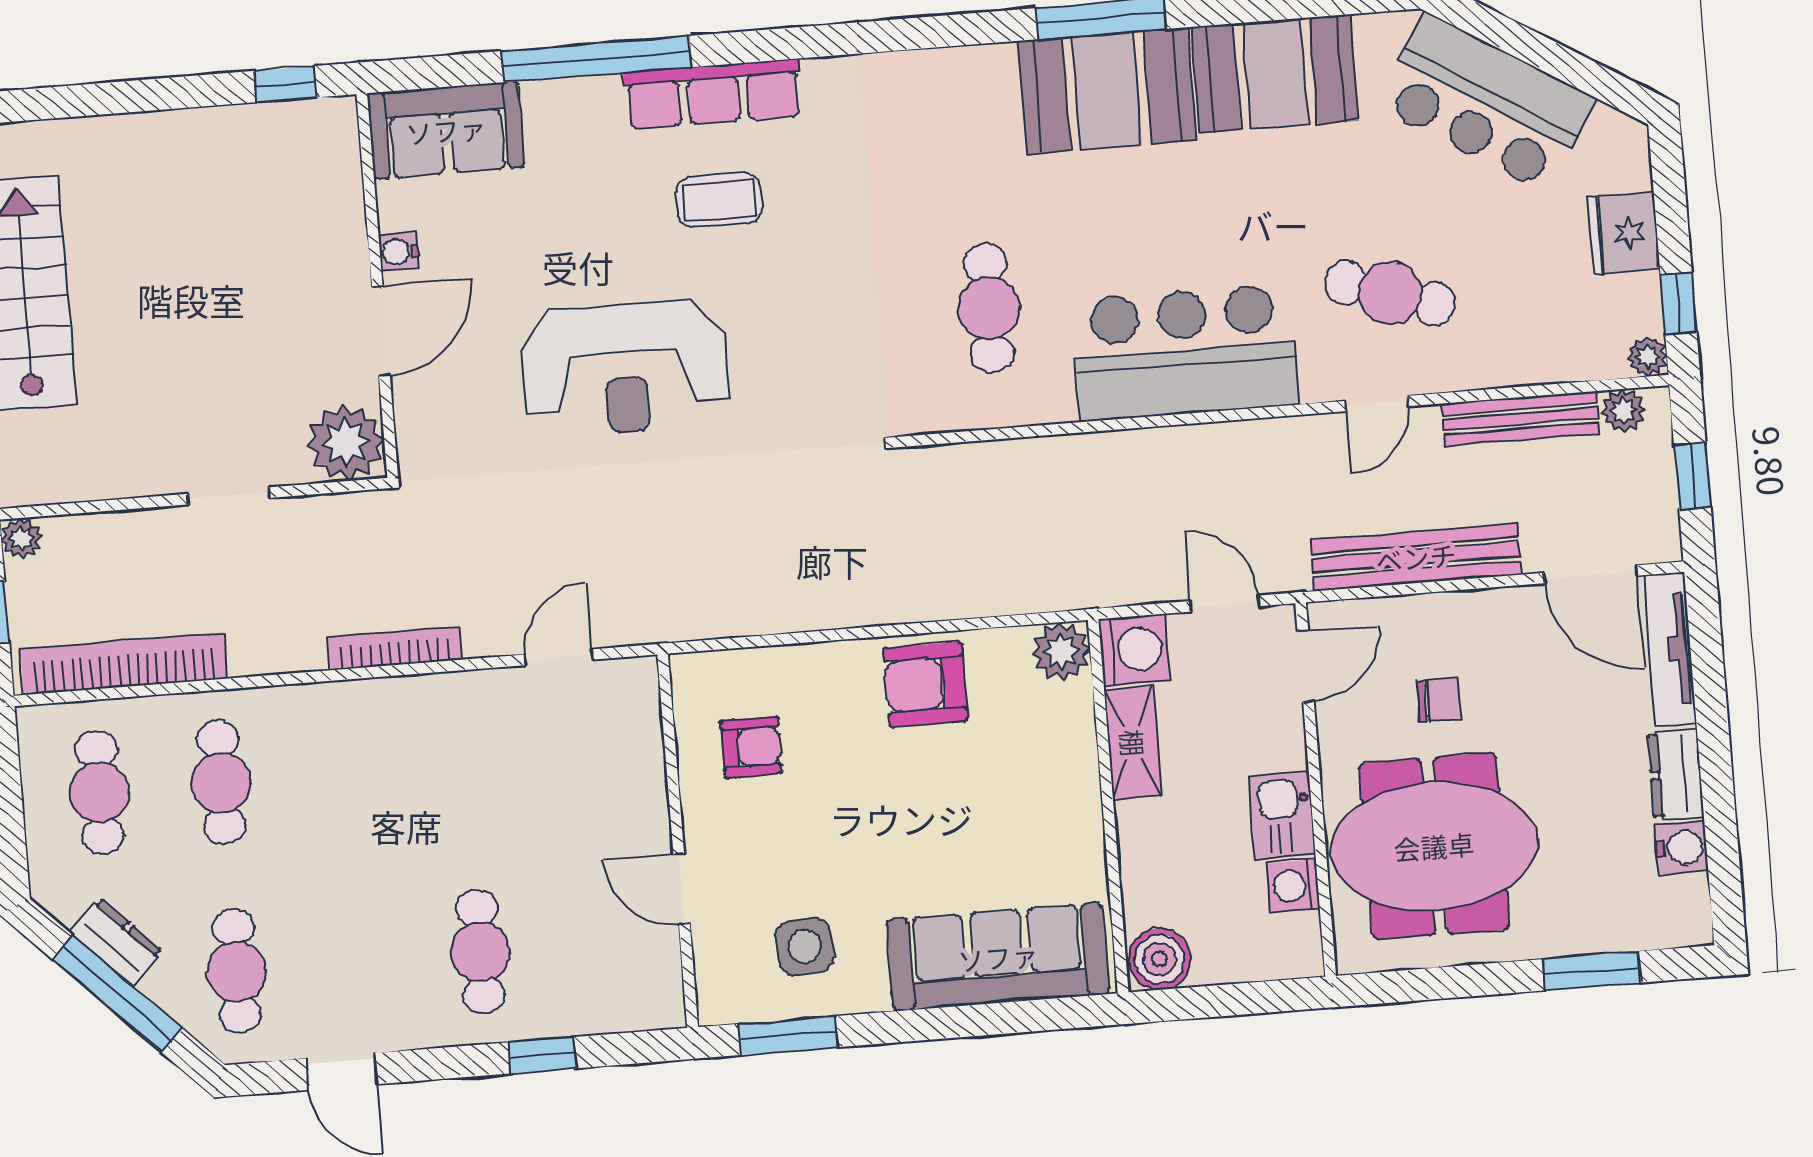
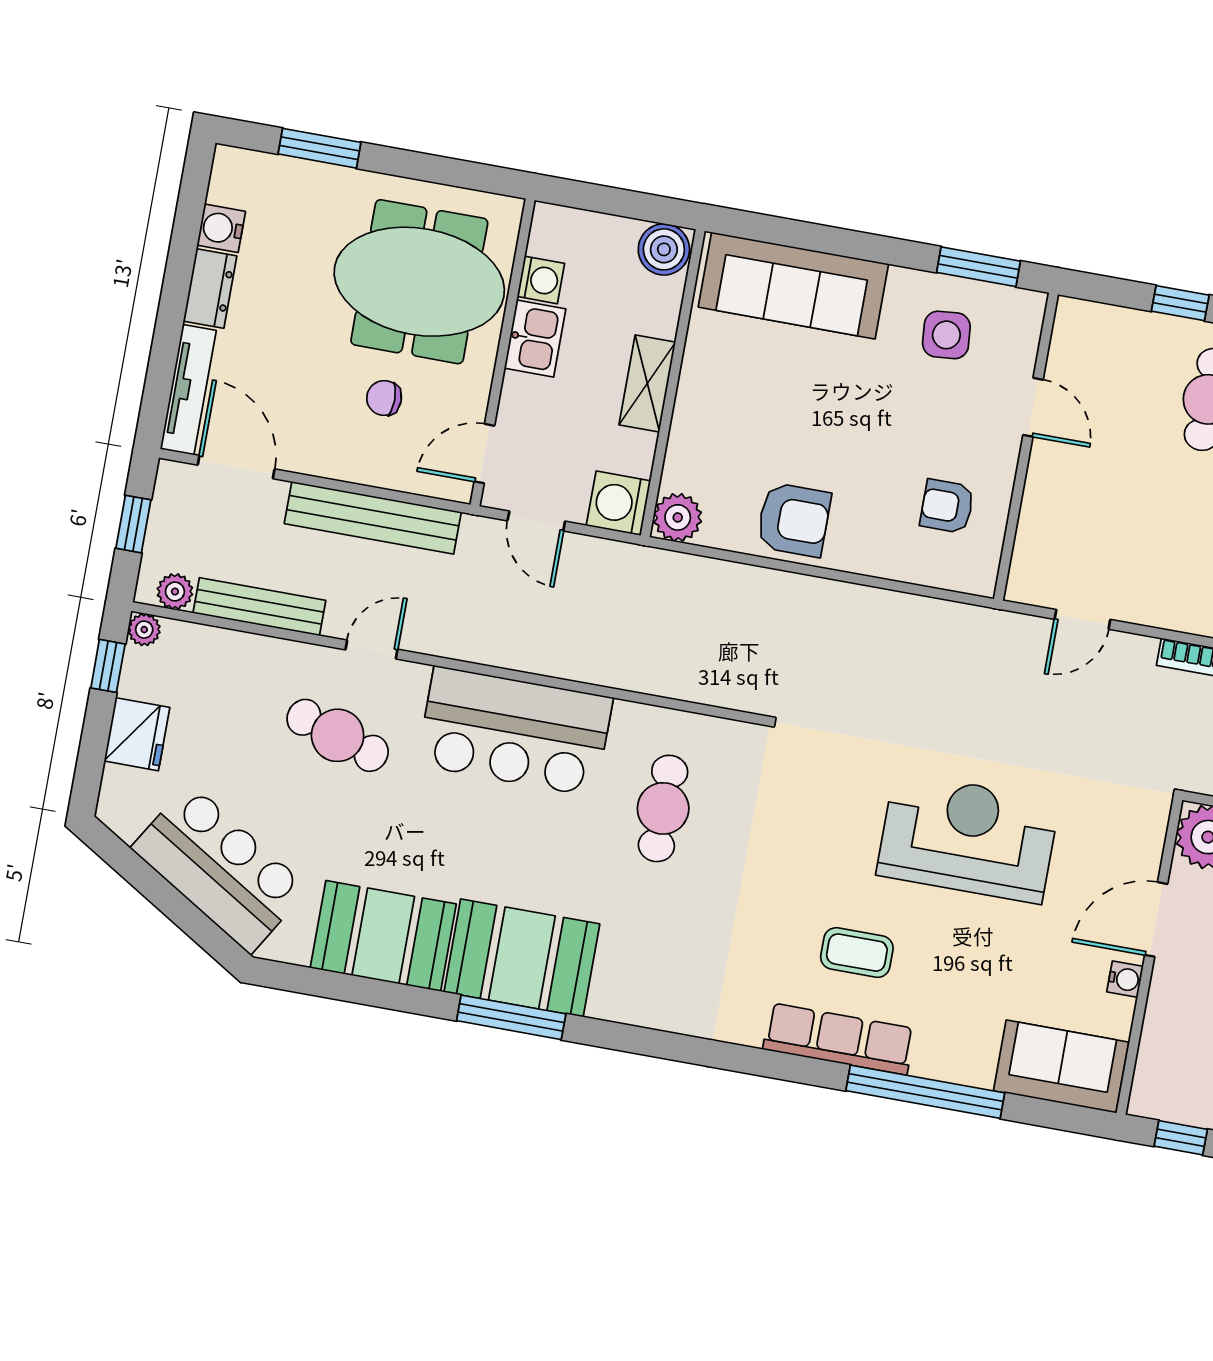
shelving: (1133, 743) -> (647, 384), moved

